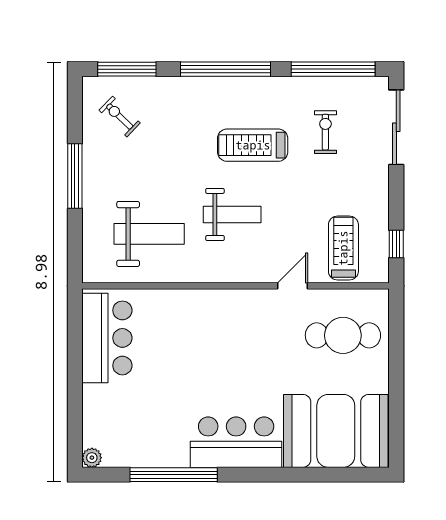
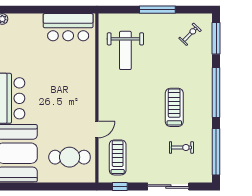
sliding door: (396, 127) -> (168, 186), moved
weight bench: (232, 214) -> (136, 96), removed
treadmill: (343, 248) -> (118, 157), turned -90
door: (293, 286) -> (97, 129), hinge flipped
cafe table: (343, 335) -> (70, 157), turned 90

